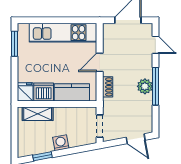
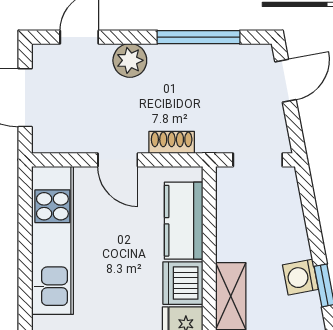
plant: (145, 86) -> (130, 60), moved
window: (155, 86) -> (198, 37), moved
washing machine: (61, 143) -> (300, 277), moved

